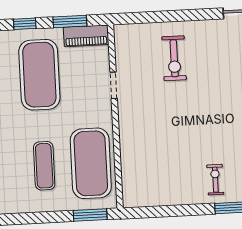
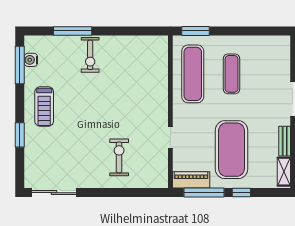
window: (70, 21) -> (204, 193), width x1.44
exercise mat: (91, 163) -> (193, 74), width x0.68
exercise bike: (215, 180) -> (90, 55), width x1.38, depth x1.39

